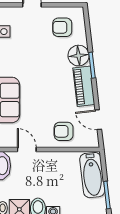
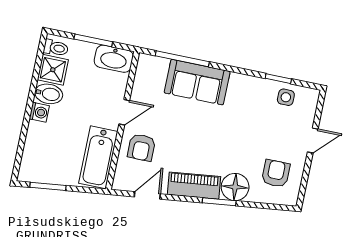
armchair: (64, 131) -> (141, 147), turned 180
door: (27, 150) -> (124, 112), moved
bathtub: (92, 175) -> (98, 157), moved, turned -83

